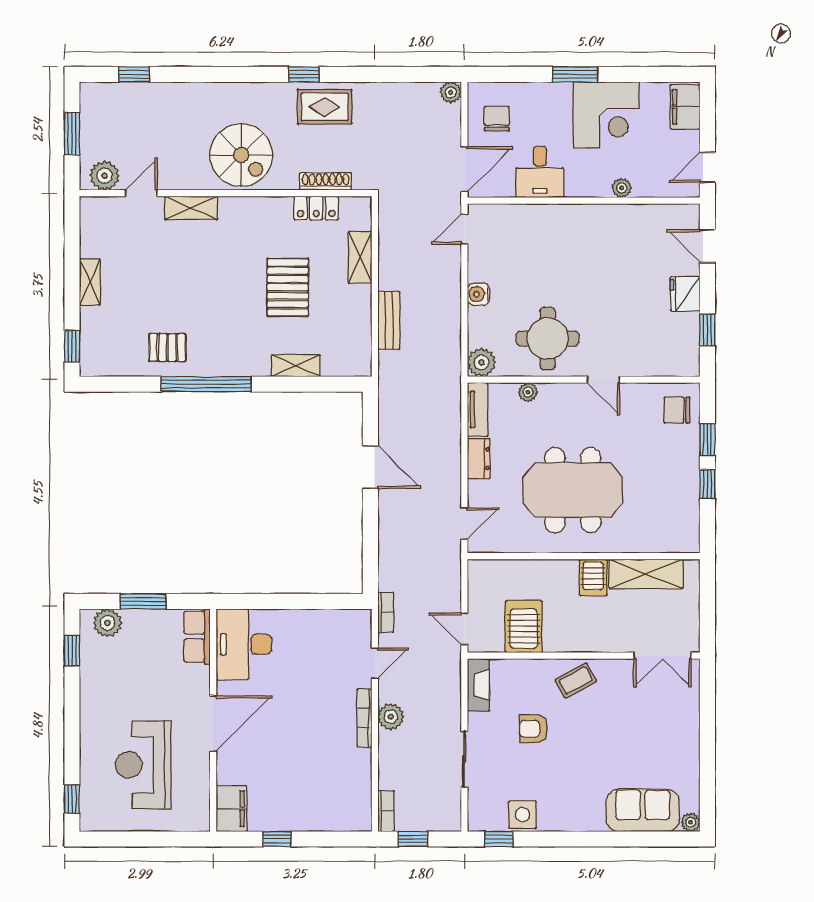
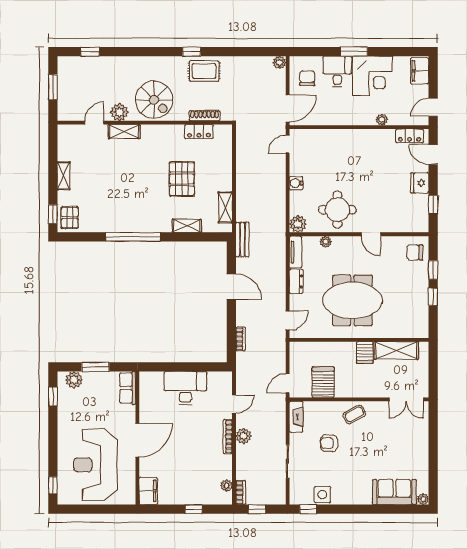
desk: (540, 172) -> (337, 71), moved, turned 180
plant: (104, 176) -> (119, 112), moved
locker: (668, 215) -> (410, 136), added
shelving: (360, 257) -> (225, 208), moved
bench: (389, 320) -> (242, 240), moved
pallet: (167, 348) -> (70, 218), moved, turned 90
bookcase: (386, 612) -> (241, 339), moved
door: (464, 629) -> (288, 383), hinge flipped
desk: (244, 644) -> (185, 388), moved, turned 90
reception desk: (143, 765) -> (95, 465), width x1.36, depth x1.30
plant: (362, 800) -> (226, 486), added
window: (277, 839) -> (194, 509), moved

